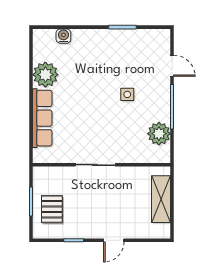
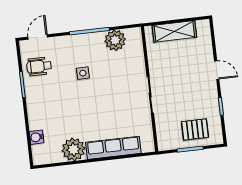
wheelchair: (140, 48) -> (39, 66), added
door: (172, 66) -> (38, 37), moved

